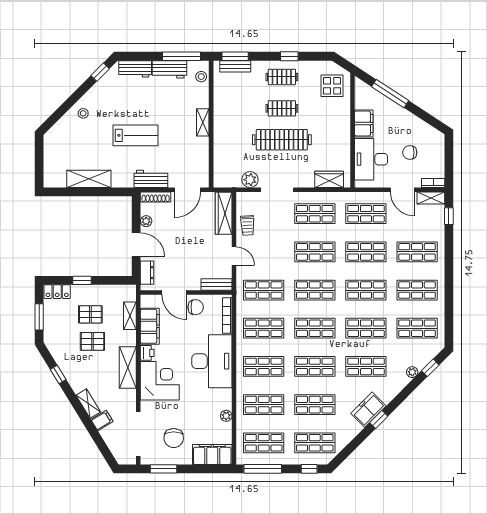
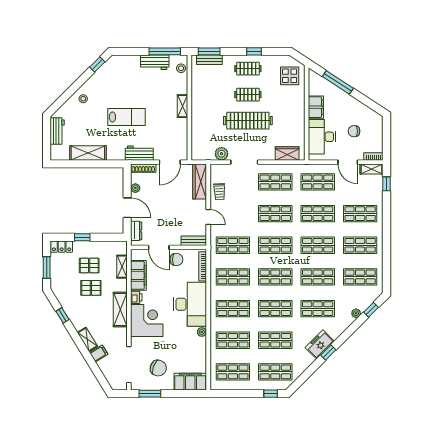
workbench: (135, 69) -> (57, 131), moved, turned -90
plant: (226, 416) -> (202, 332), moved
chair: (174, 438) -> (158, 368), turned -70
window: (263, 469) -> (232, 394), removed

